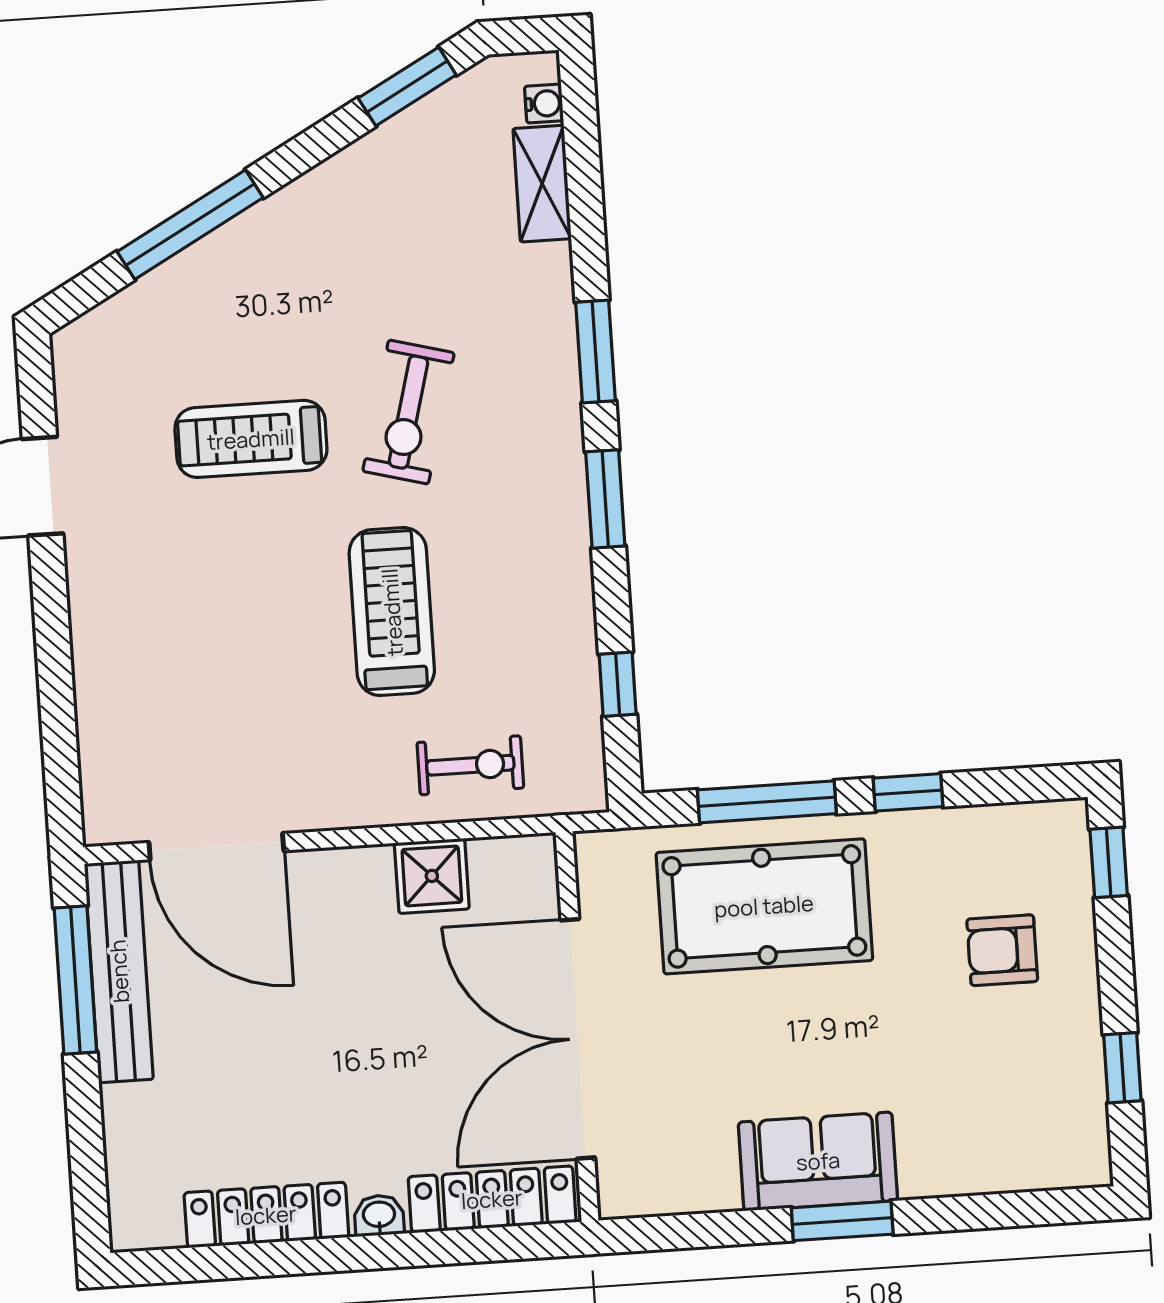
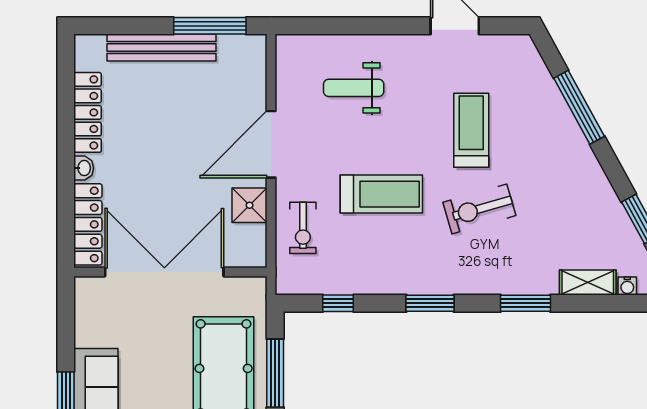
window: (596, 351) -> (525, 303), moved
exercise bike: (408, 412) -> (479, 209), turned -31
weight bench: (181, 682) -> (354, 88), added
door: (216, 847) -> (271, 144), moved
bench: (119, 971) -> (162, 47), moved

